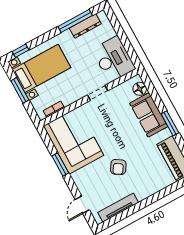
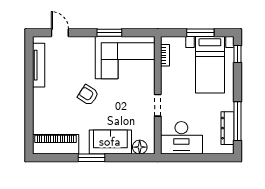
armchair: (118, 167) -> (88, 95), moved

